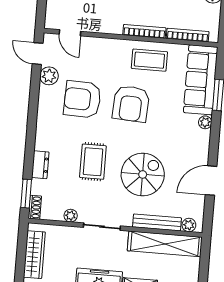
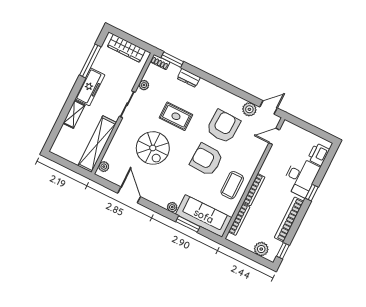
bench: (157, 222) -> (115, 145), removed

